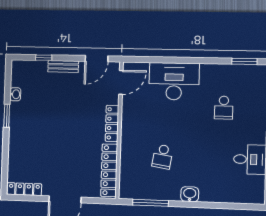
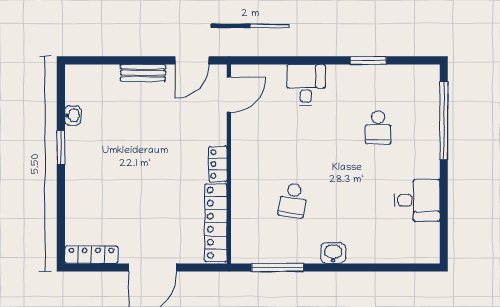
window: (44, 58) -> (113, 60), removed
window: (244, 61) -> (368, 60), moved
desk: (174, 81) -> (306, 85), width x0.53, depth x0.77
locker: (112, 123) -> (218, 164), width x0.66

